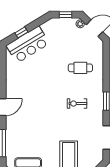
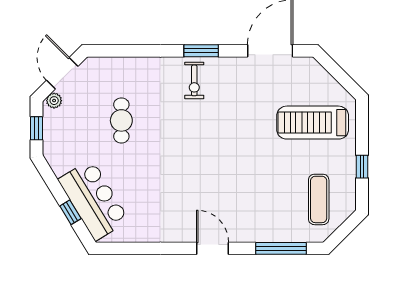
cafe table: (80, 68) -> (121, 120), moved
exercise bike: (77, 104) -> (194, 80), moved

